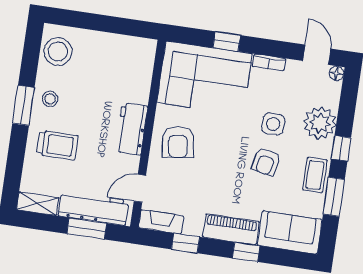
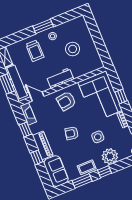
stool: (58, 51) -> (73, 49), moved
armchair: (266, 162) -> (72, 133), moved

